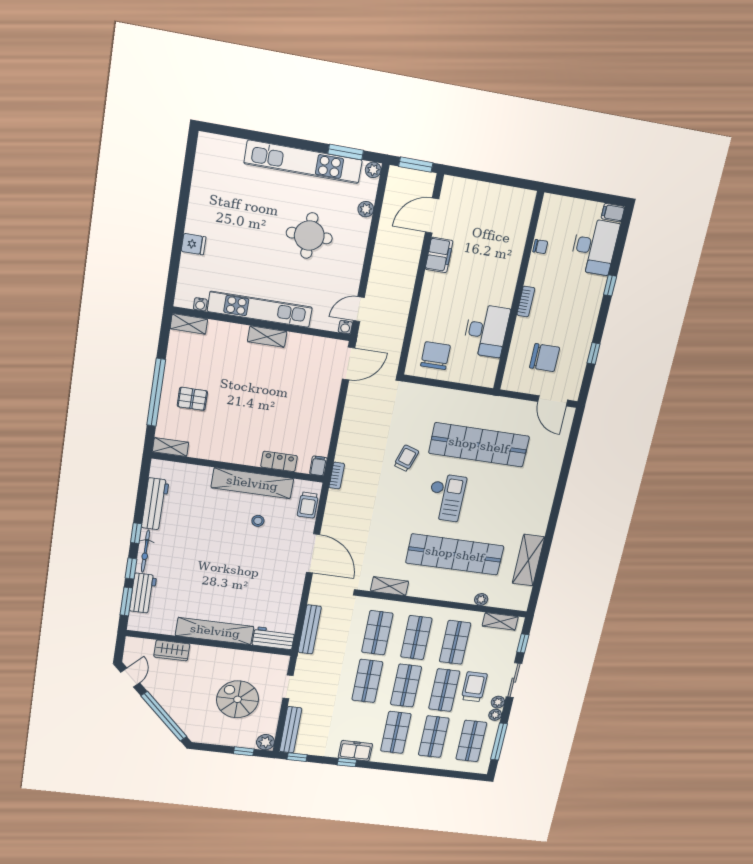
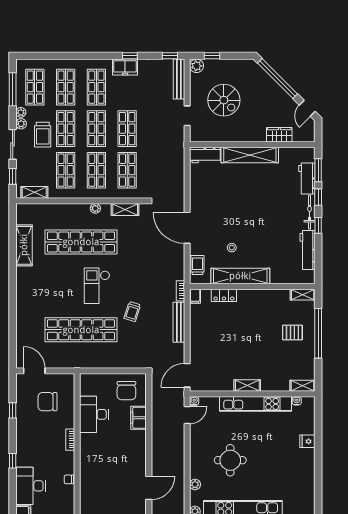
filing cabinet: (439, 255) -> (138, 418), moved
plant: (481, 599) -> (95, 208), moved
bench: (310, 629) -> (179, 322), moved

